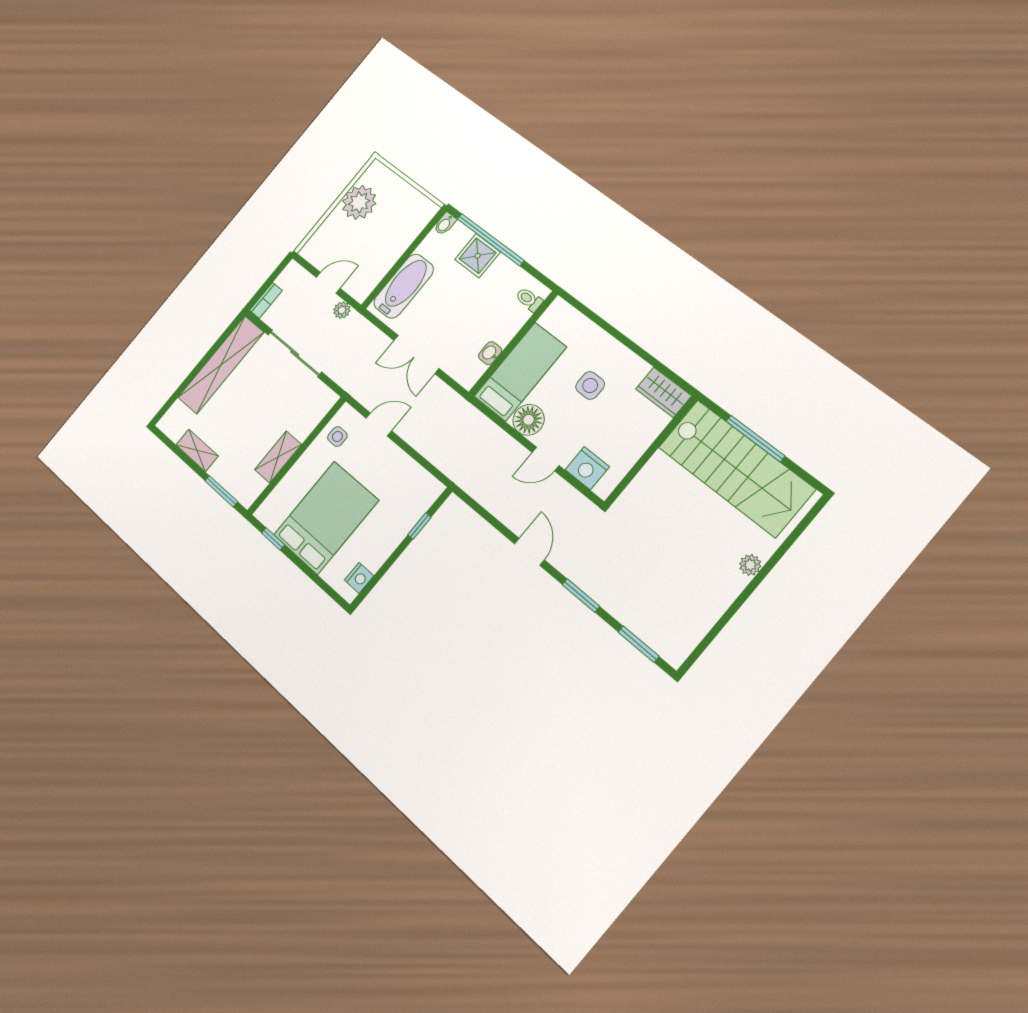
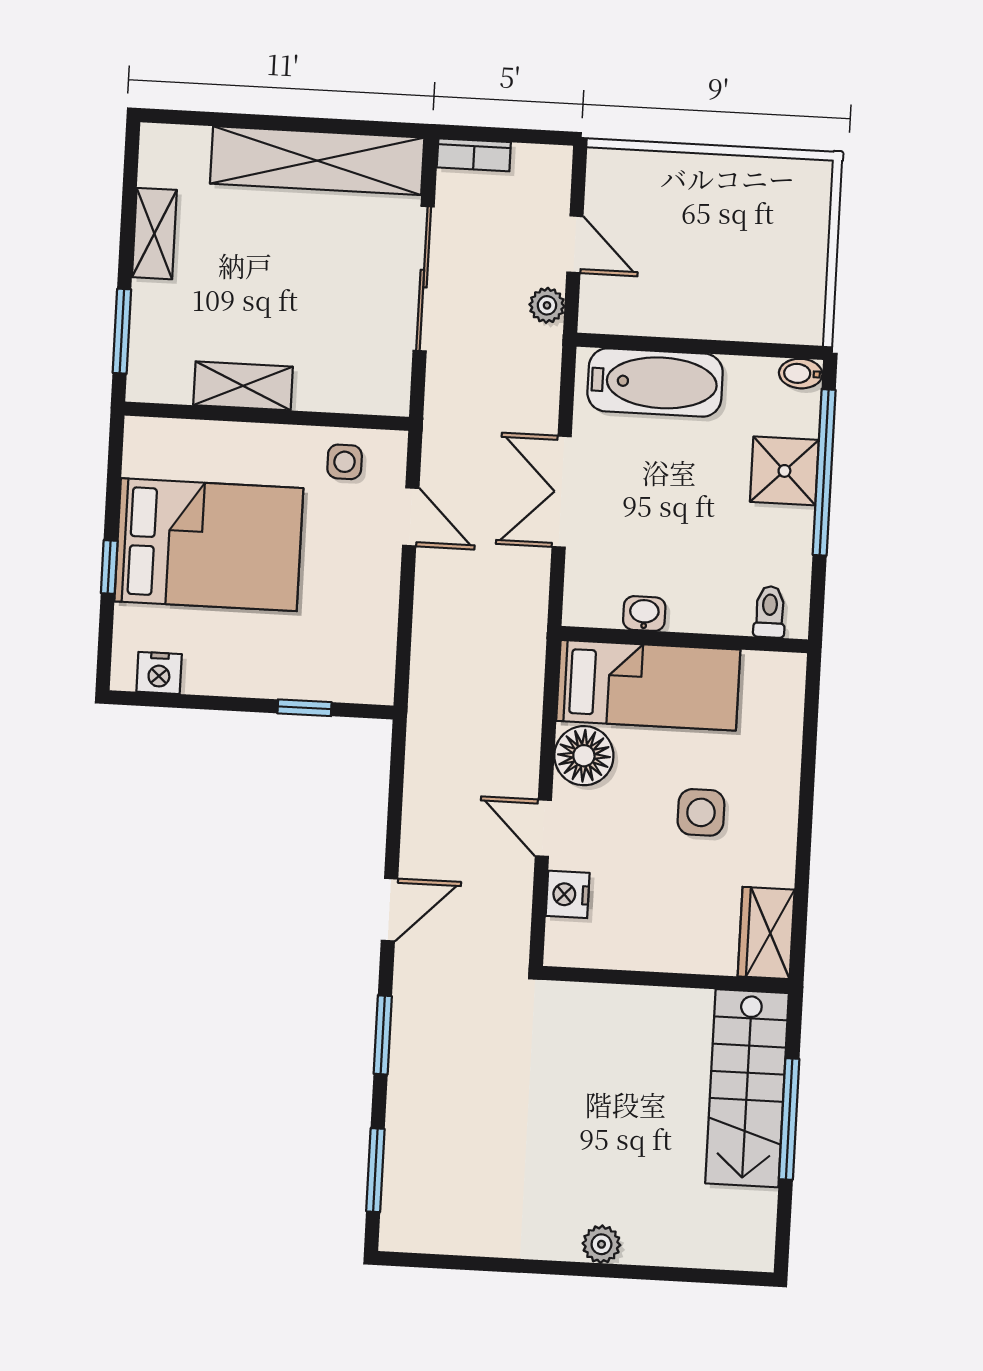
plant: (359, 202) -> (741, 191), removed
nightstand: (587, 468) -> (568, 894), width x0.74, depth x0.75
stairs: (736, 468) -> (747, 1088), width x0.73, depth x0.66
window: (273, 539) -> (109, 567), moved

